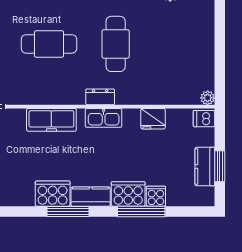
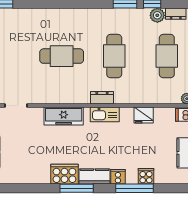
cafe table: (182, 44) -> (167, 56), added
cooker: (128, 194) -> (118, 177), width x0.53, depth x0.76

